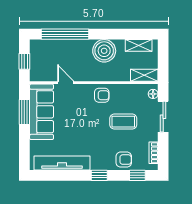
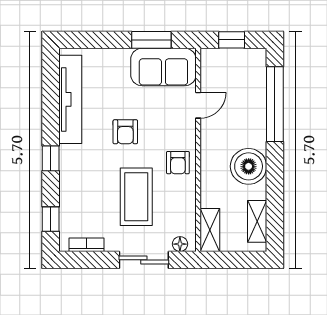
sofa: (42, 112) -> (163, 67), width x0.73
coffee table: (123, 122) -> (136, 197), width x1.36, depth x1.32
armchair: (124, 160) -> (125, 132), moved

